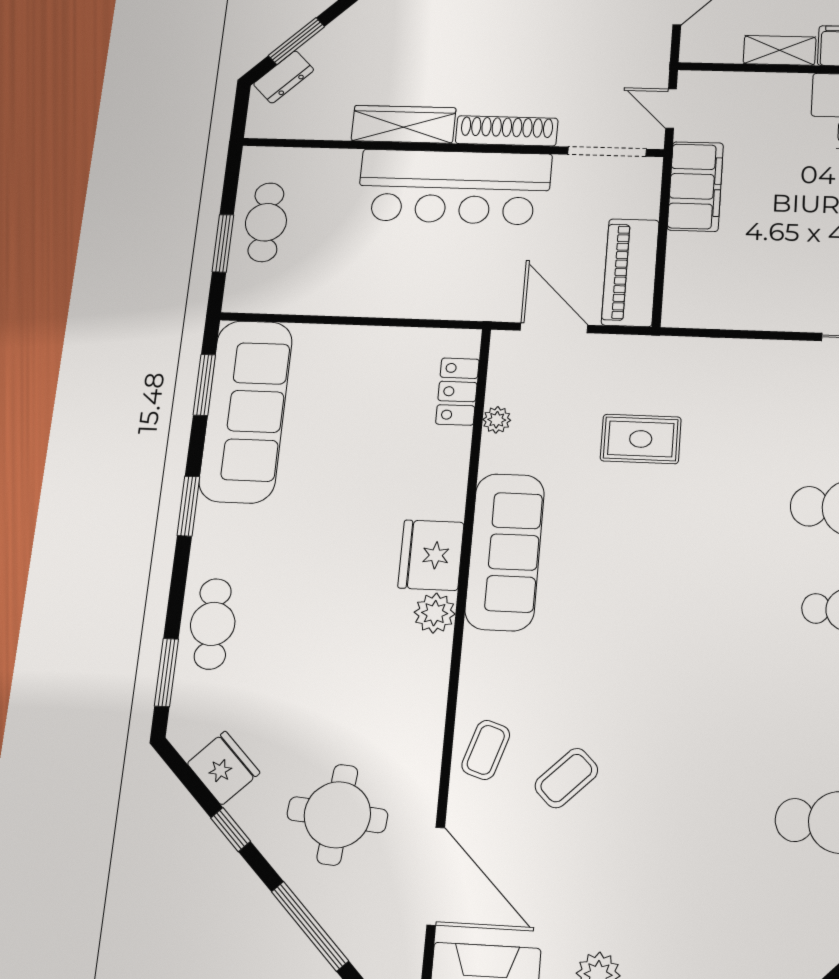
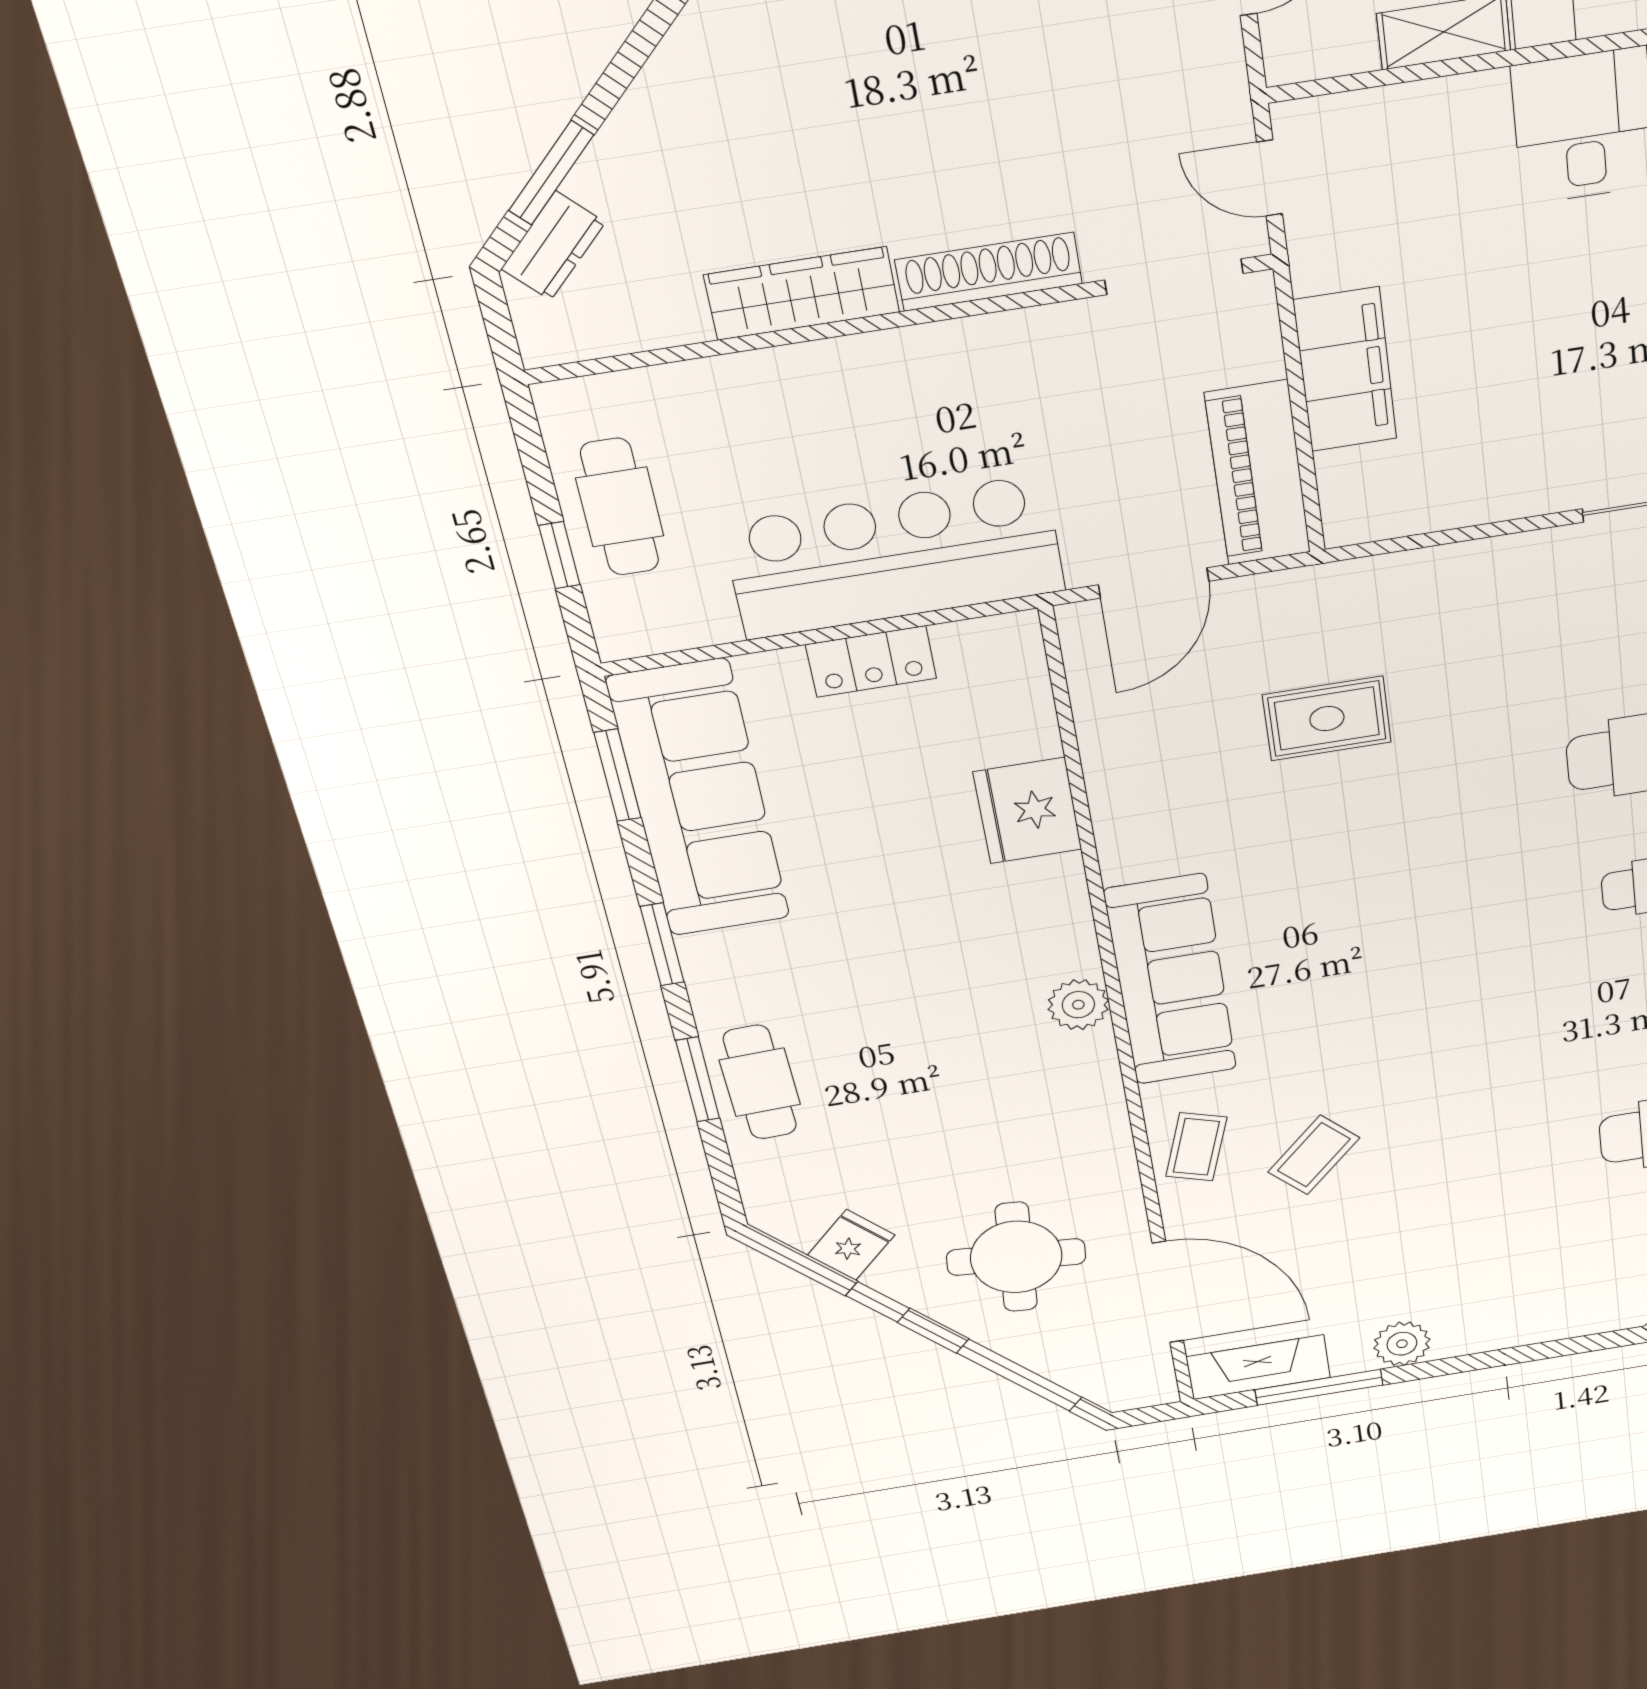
filing cabinet: (695, 186) -> (1345, 370), moved
bar counter: (454, 187) -> (895, 557), moved, turned 180
window: (223, 243) -> (559, 555), width x0.67
door: (554, 328) -> (1154, 583), swing flipped
locker: (457, 392) -> (871, 662), moved, turned -90
plant: (497, 420) -> (1098, 735), removed
sofa: (505, 552) -> (1171, 980), moved
fridge: (431, 555) -> (1028, 811), moved
window: (166, 672) -> (698, 1080), moved
fridge: (223, 768) -> (851, 1245), width x0.72

